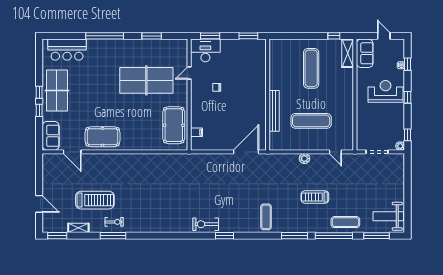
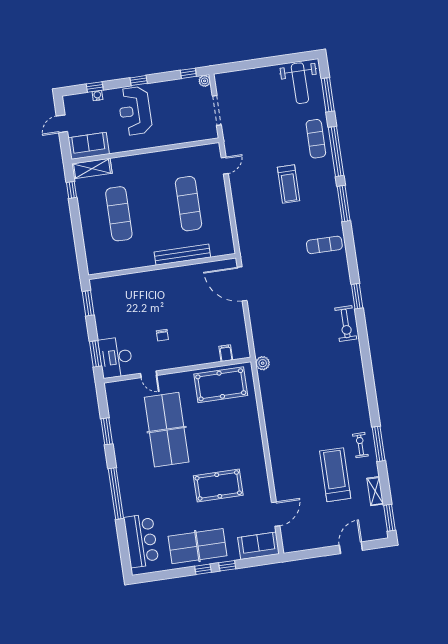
exercise mat: (311, 68) -> (119, 214), turned 90
pool table: (103, 137) -> (218, 485), moved, turned 90
plant: (305, 159) -> (263, 363), moved

